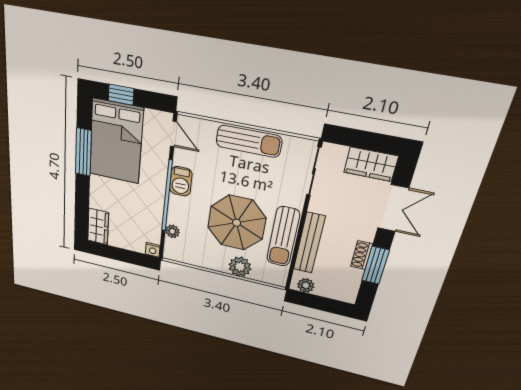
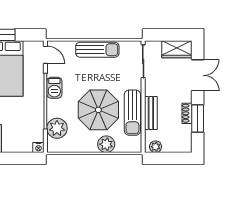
plant: (172, 231) -> (57, 128), width x1.88, depth x1.88
bench: (309, 243) -> (151, 113), width x0.73

